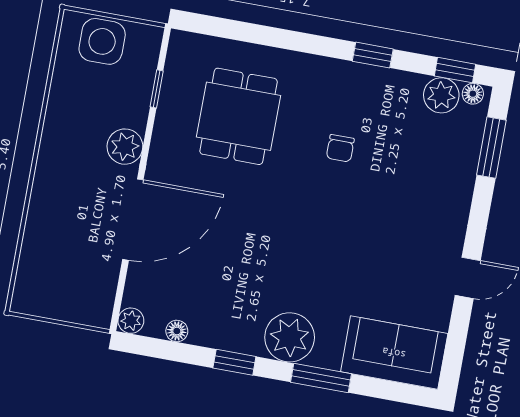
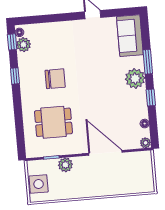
plant: (125, 147) -> (65, 165), moved
chair: (340, 148) -> (55, 79), width x1.87, depth x1.87
window: (491, 148) -> (39, 19), removed

